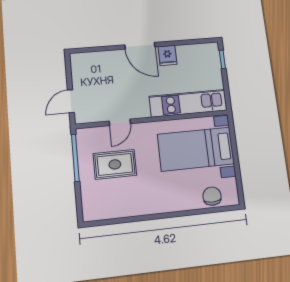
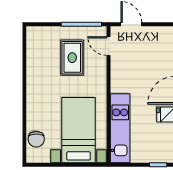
door: (120, 122) -> (109, 46), moved
chair: (212, 196) -> (36, 139), turned 90

